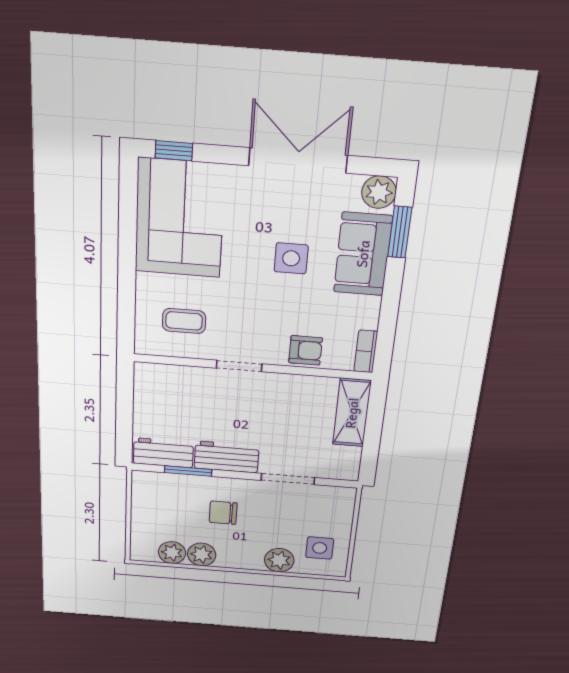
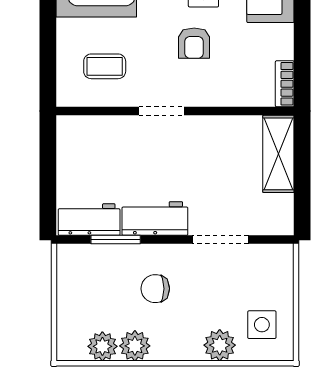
armchair: (306, 350) -> (194, 43), moved, turned 90

